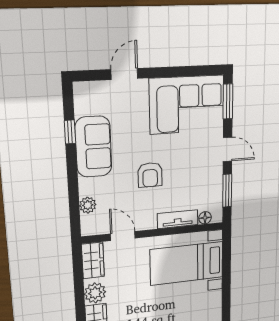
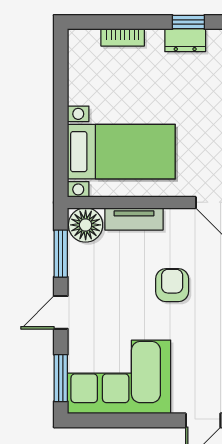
door: (228, 149) -> (61, 312), hinge flipped
floor lamp: (205, 218) -> (86, 225), width x1.89, depth x1.89

